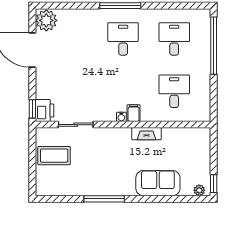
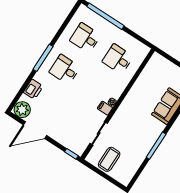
printer: (45, 110) -> (33, 89), moved, turned 90
filing cabinet: (134, 113) -> (105, 108), moved
fireplace: (147, 134) -> (133, 93), removed

